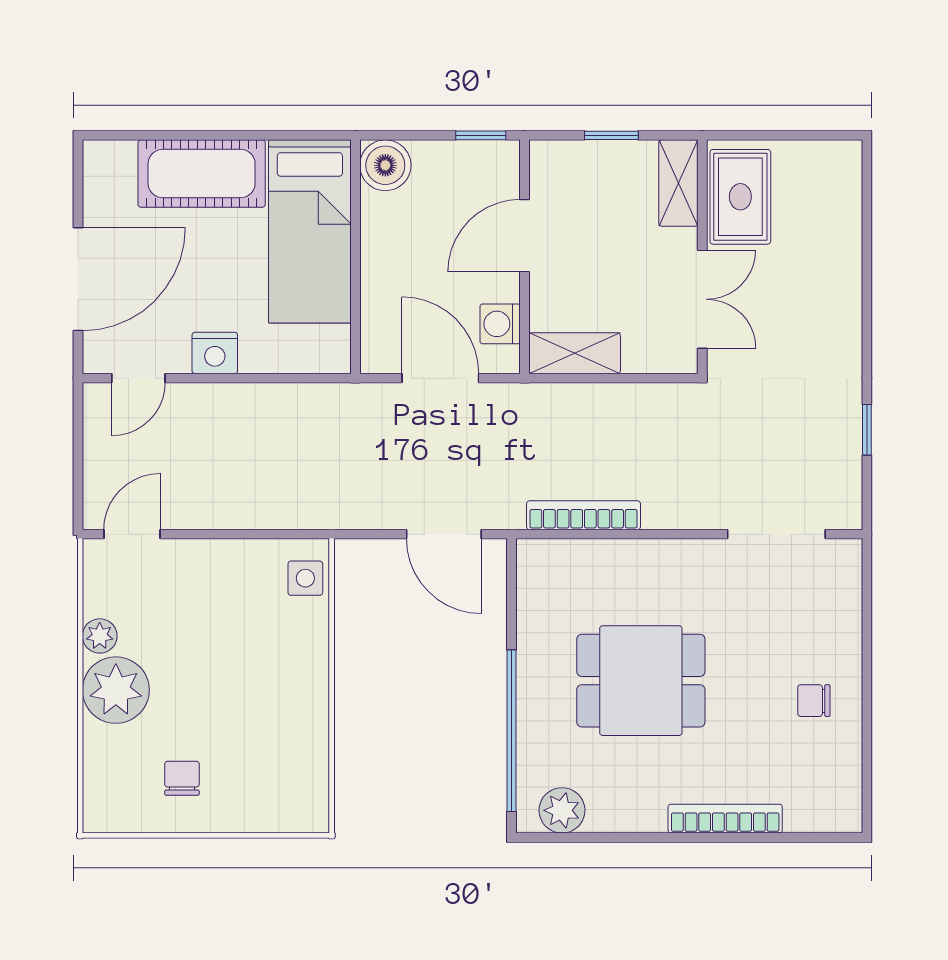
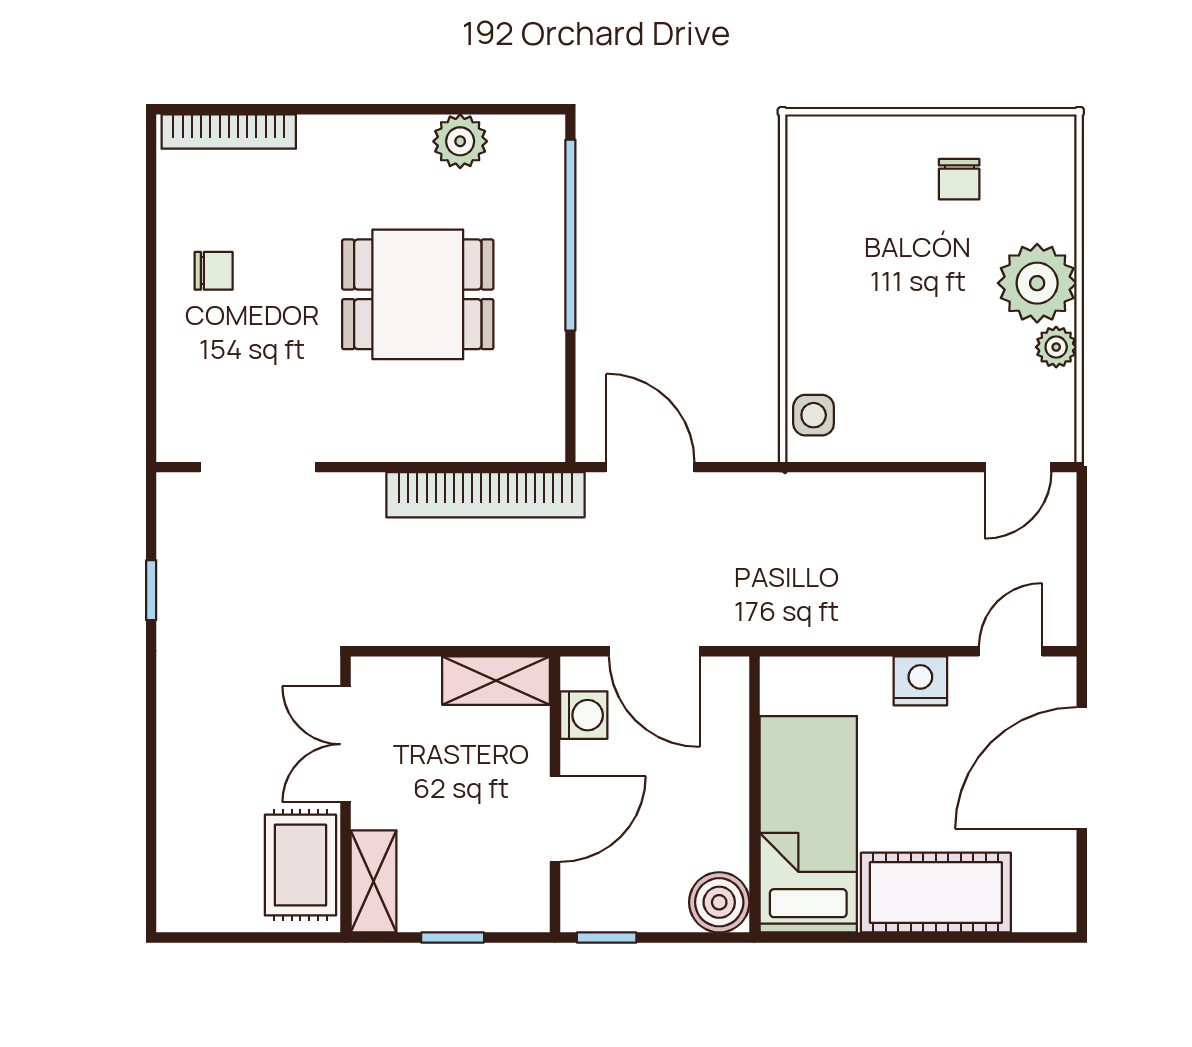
bookcase: (584, 515) -> (485, 495), width x1.48, depth x1.31
plant: (562, 810) -> (460, 141), moved
bookcase: (725, 819) -> (229, 132), moved

